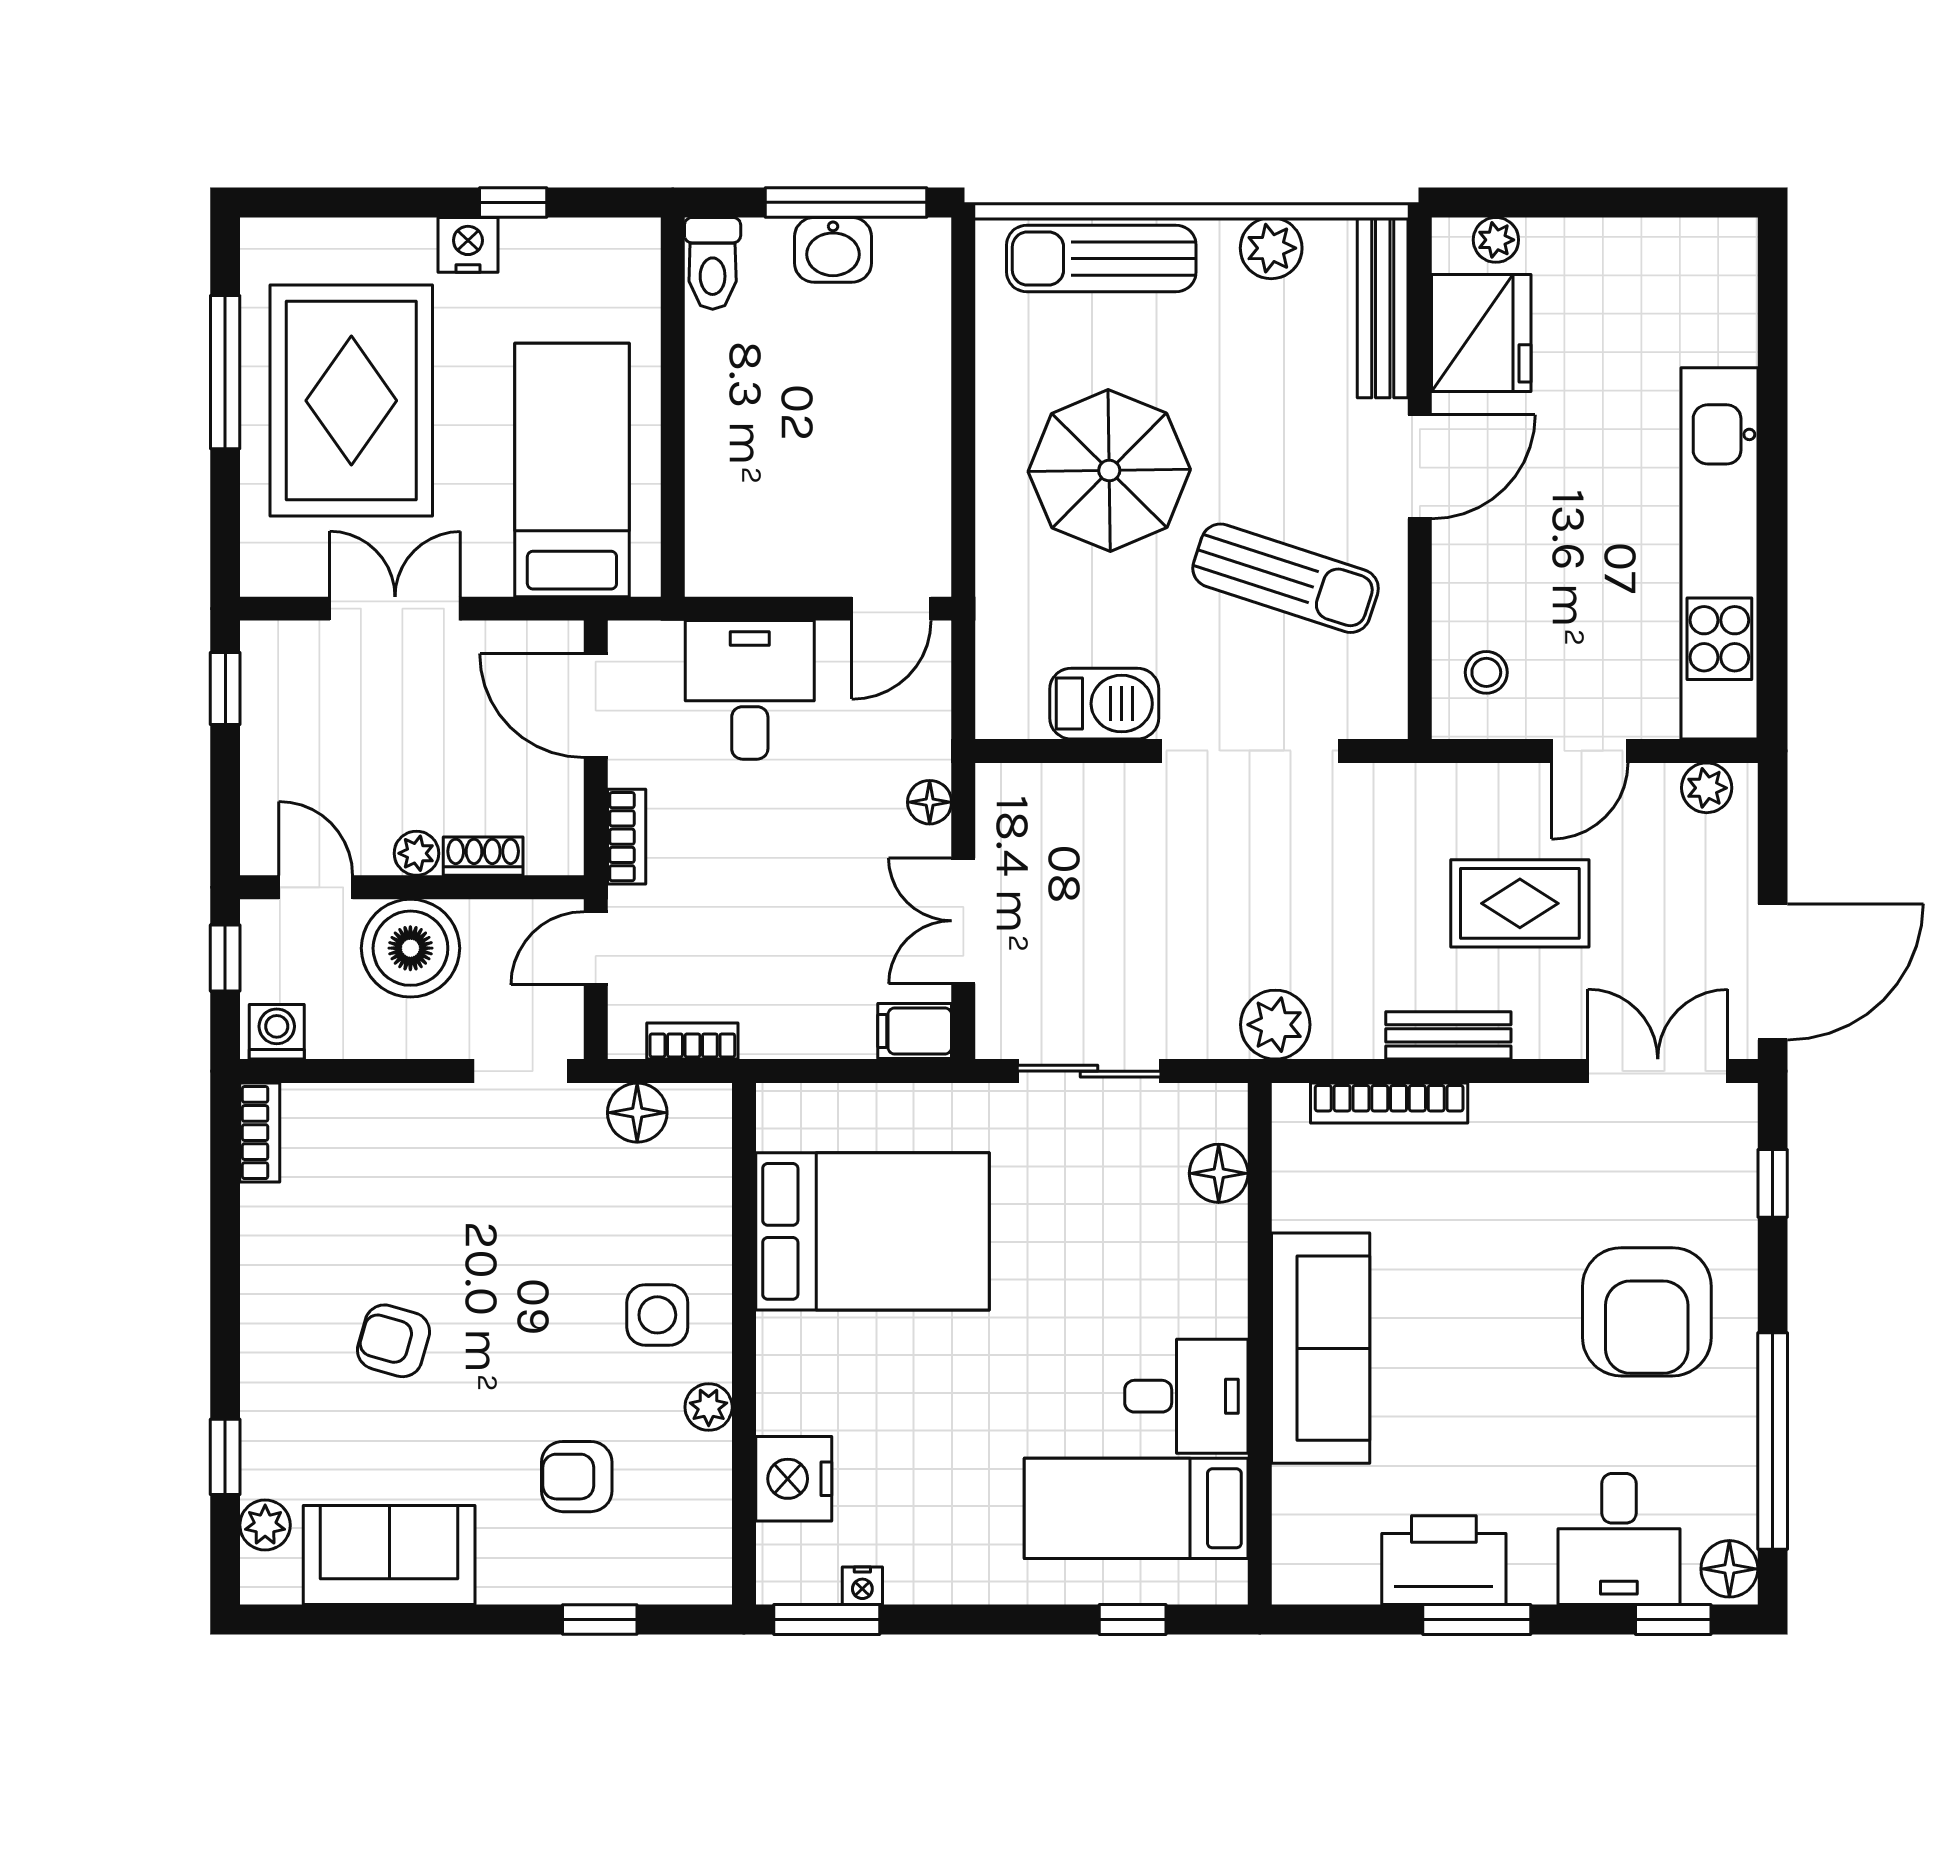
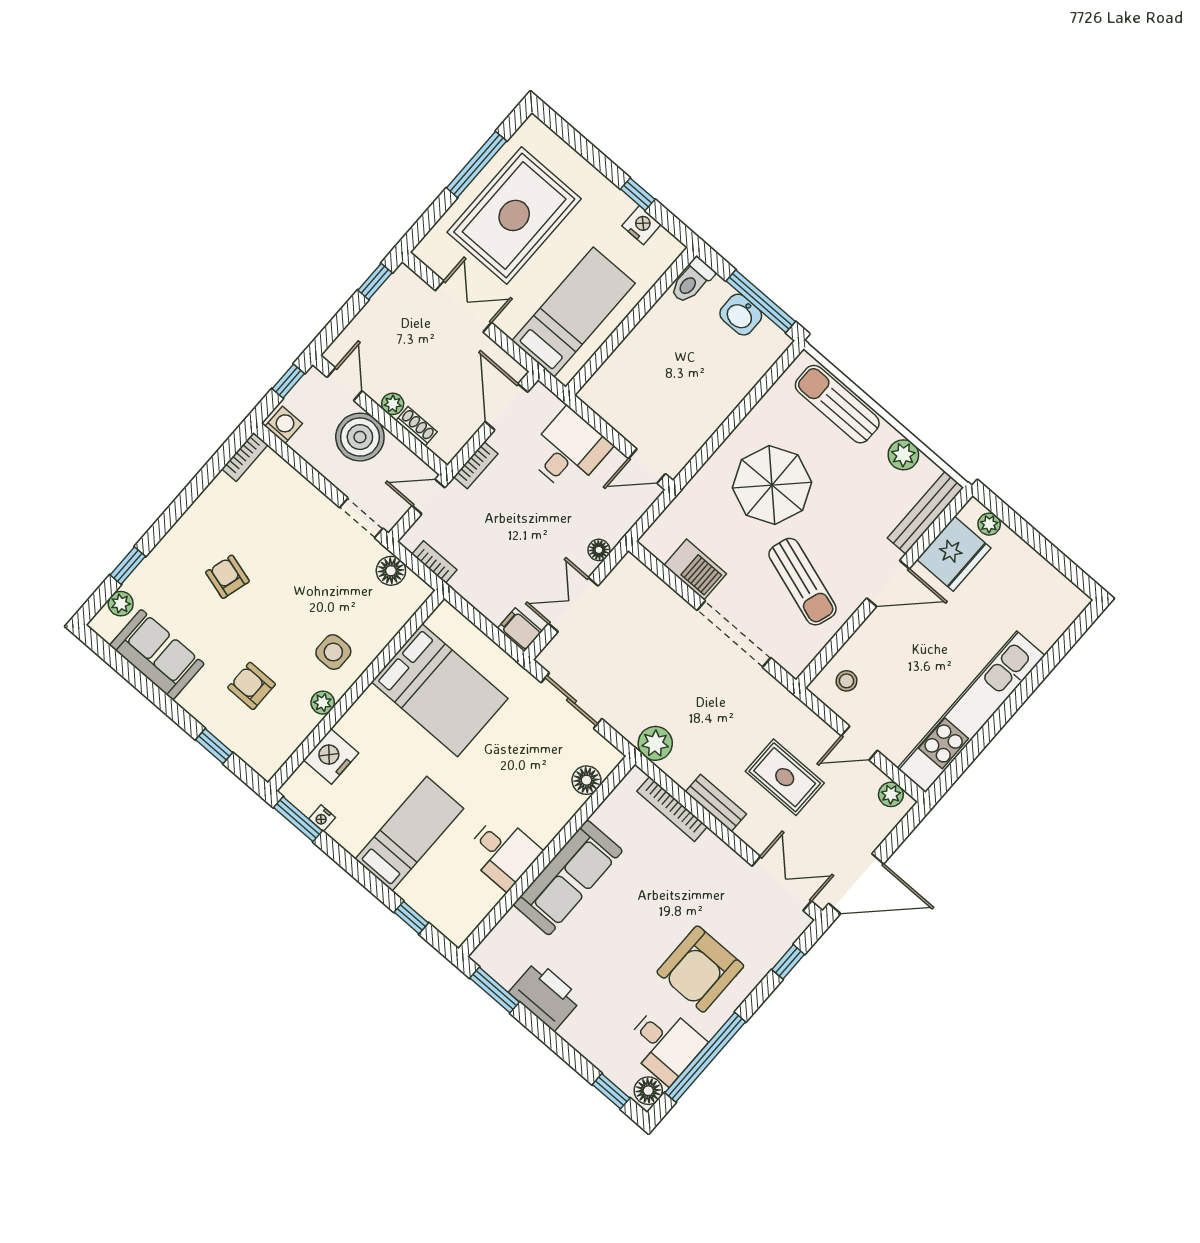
nightstand: (468, 245) -> (641, 225), moved
bed: (1136, 1508) -> (409, 834), moved, turned 90
desk: (1619, 1539) -> (665, 1044), moved, turned -90
window: (1477, 1620) -> (495, 990), moved

